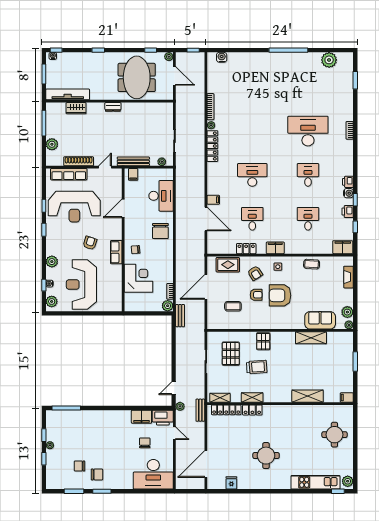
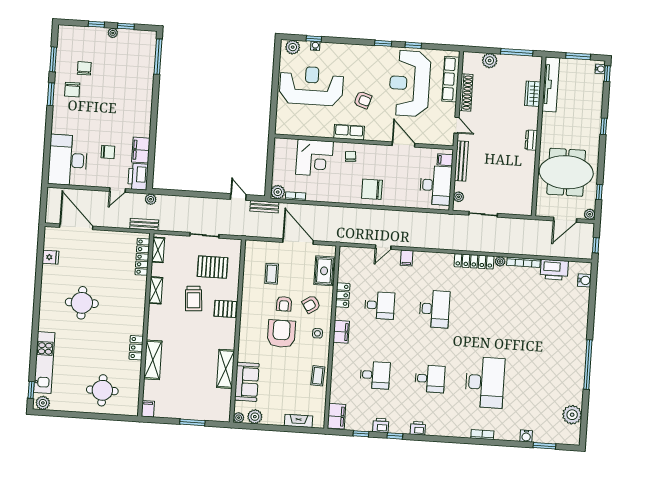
printer: (215, 82) -> (554, 270), added
water cooler: (348, 193) -> (526, 436), moved
desk: (161, 196) -> (436, 185), moved, turned -90
door: (206, 219) -> (383, 247), width x0.53
plant: (52, 262) -> (343, 51), removed
door: (174, 388) -> (238, 197), moved
locker: (252, 410) -> (136, 348), moved

